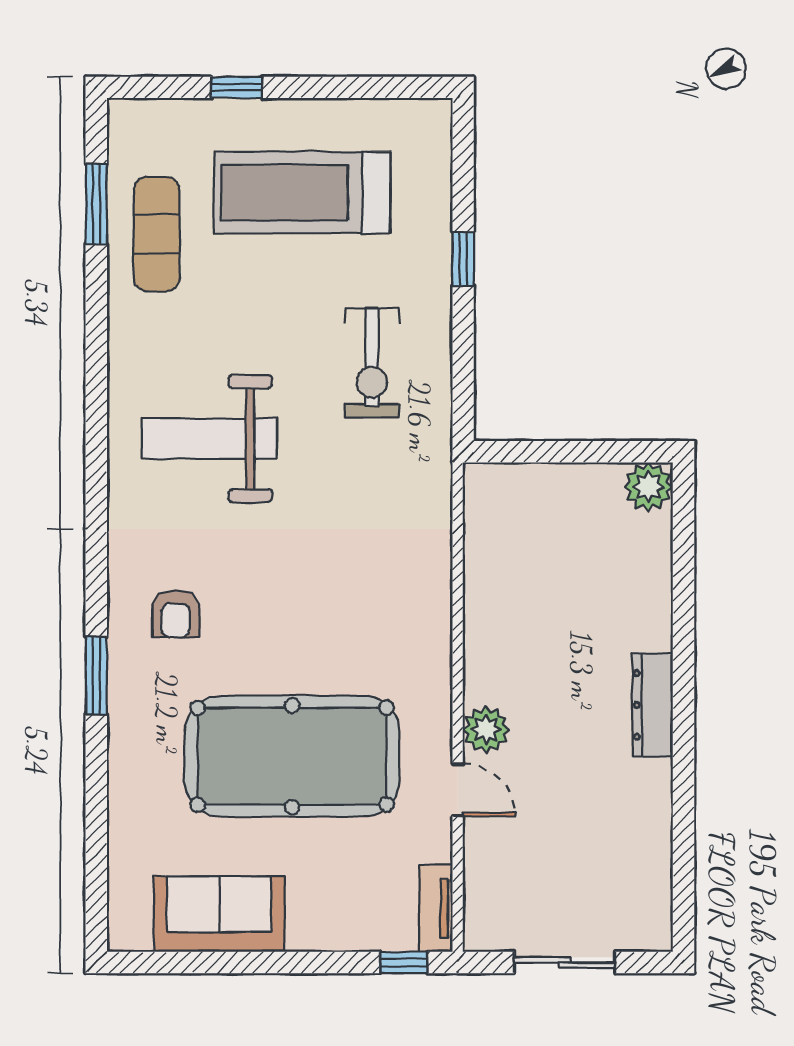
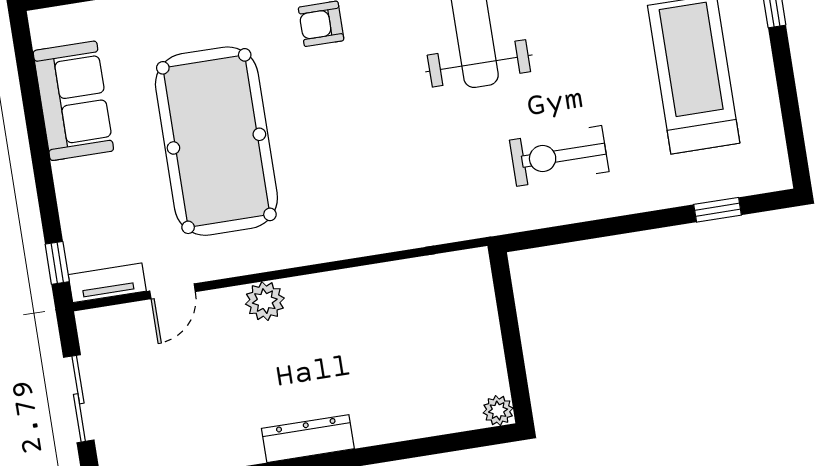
window: (463, 259) -> (718, 210), moved
plant: (648, 487) -> (498, 411), width x0.73, depth x0.73
door: (458, 790) -> (173, 291), moved

